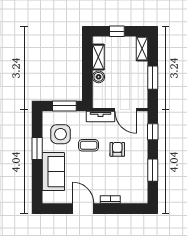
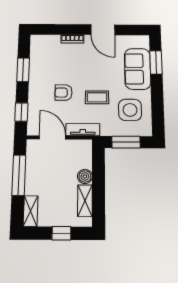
window: (153, 78) -> (19, 175), width x1.44
window: (37, 149) -> (156, 62), moved
armchair: (117, 149) -> (64, 93), turned 90

